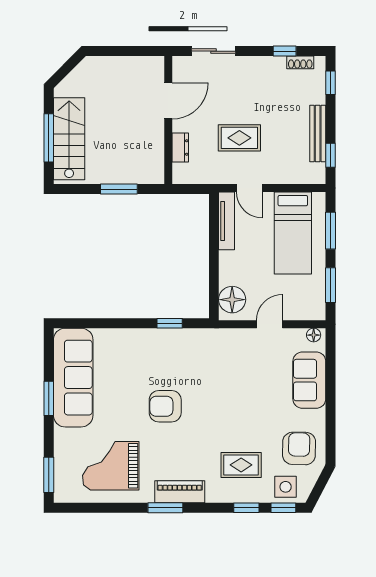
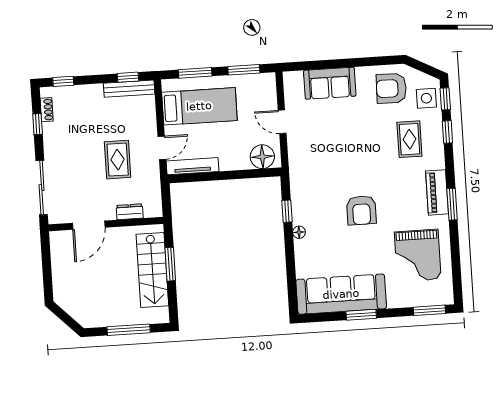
sliding door: (214, 51) -> (42, 188), width x1.37
door: (168, 101) -> (89, 225), swing flipped
bench: (318, 134) -> (129, 89), moved
stairs: (69, 139) -> (152, 270), moved, turned -90
floor lamp: (314, 335) -> (299, 232), moved

